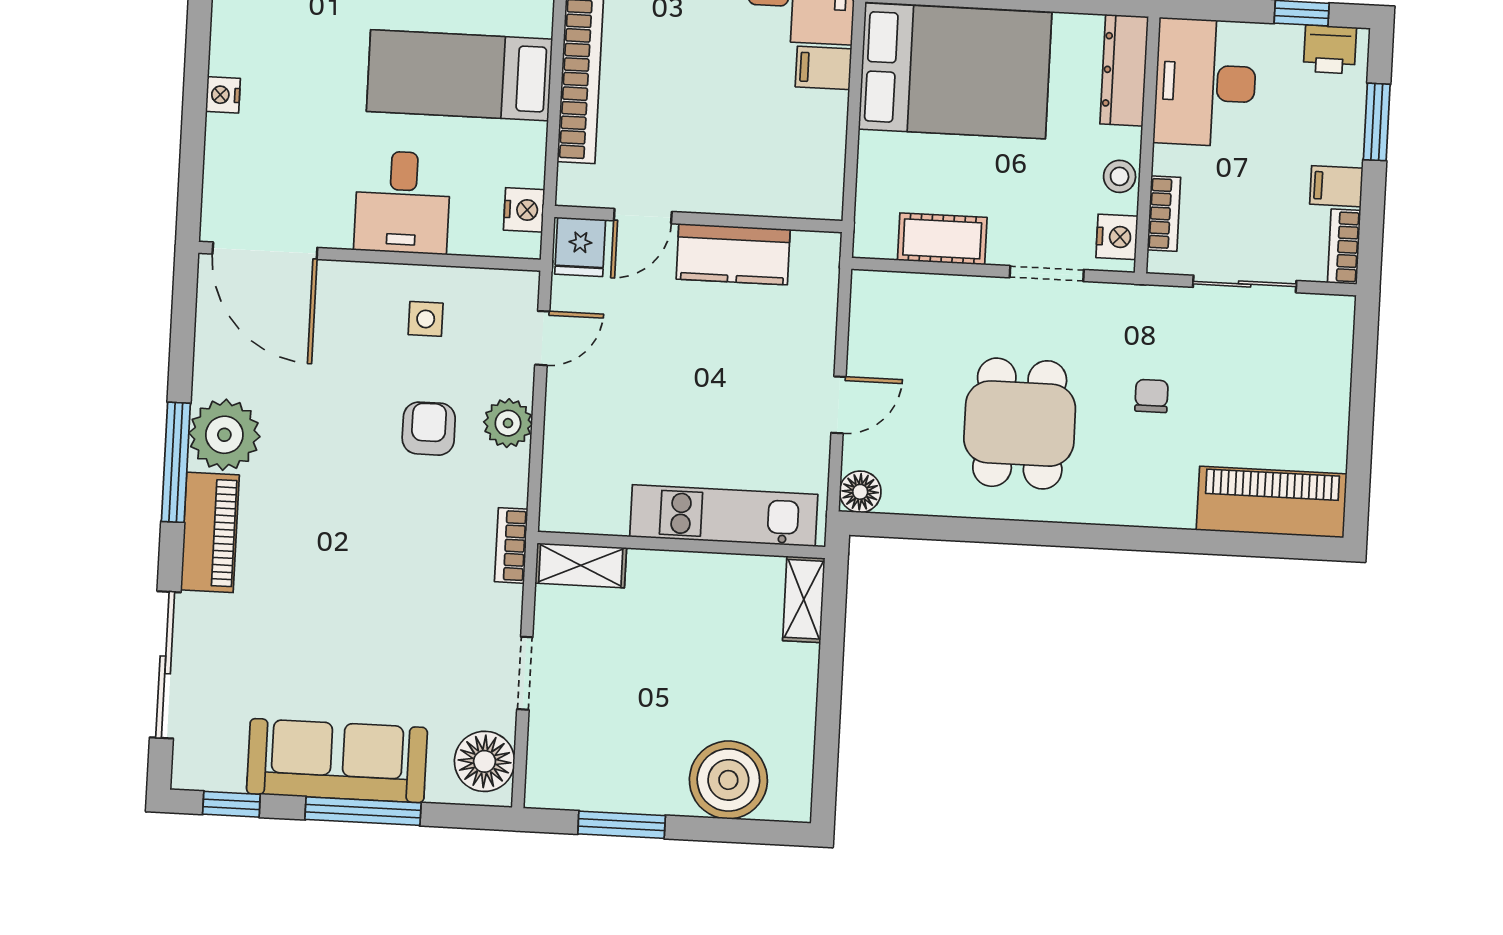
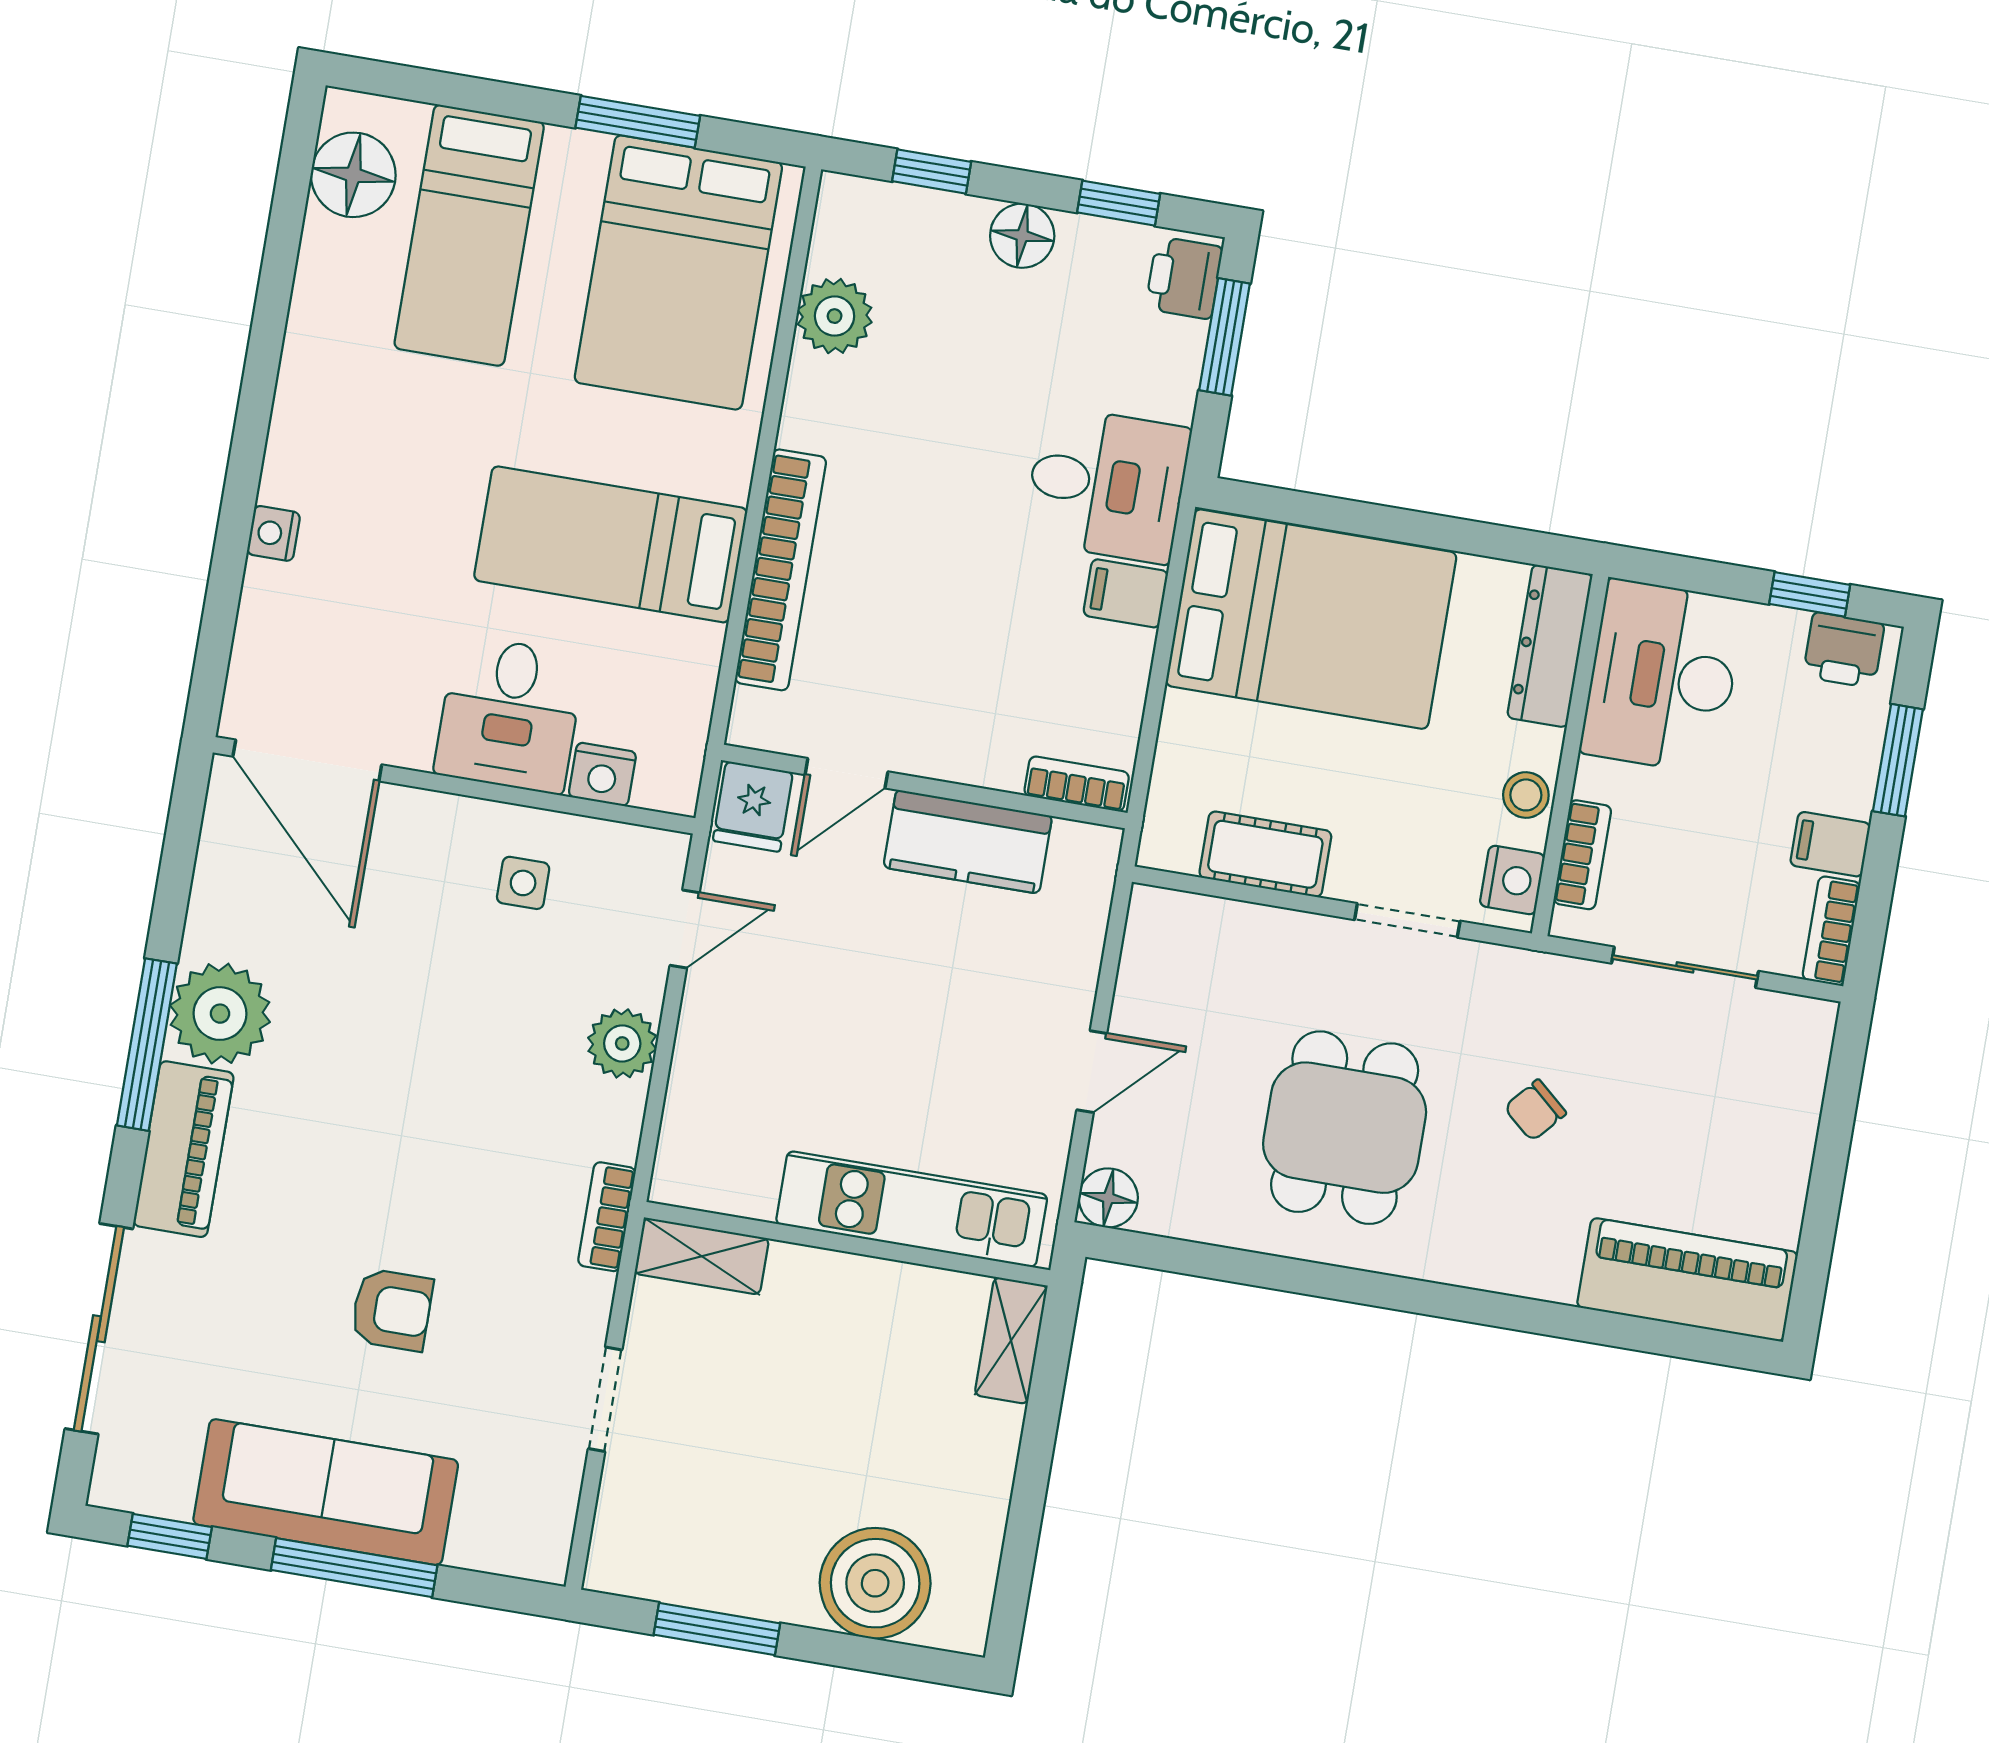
bookcase: (805, 205) -> (1077, 784), added
nightstand: (524, 210) -> (602, 774), moved, turned 90
chair: (1152, 396) -> (1535, 1110), turned -139
armchair: (429, 429) -> (392, 1310), moved, turned 90
floor lamp: (485, 761) -> (534, 1517), removed

